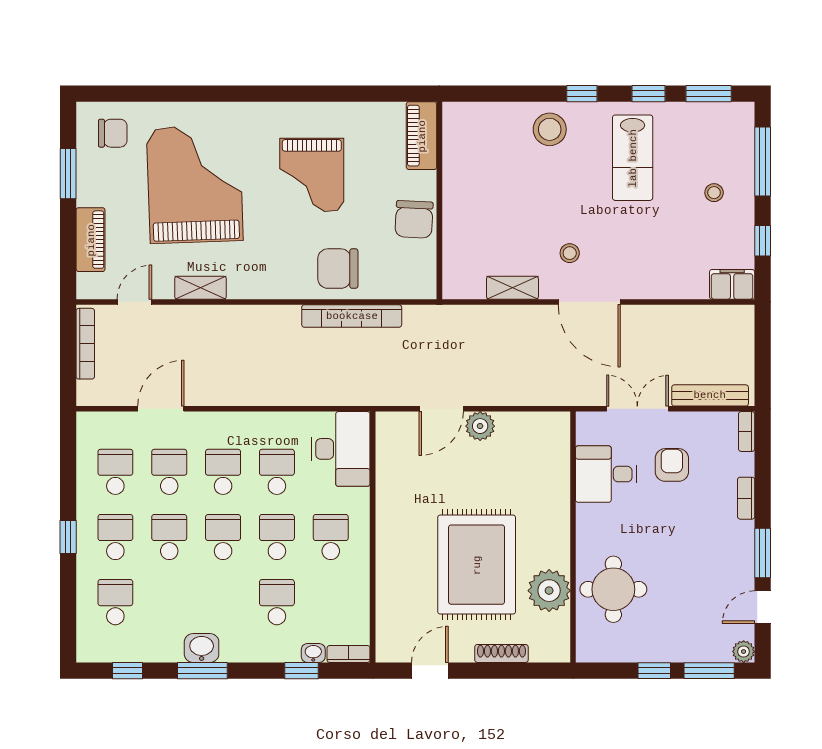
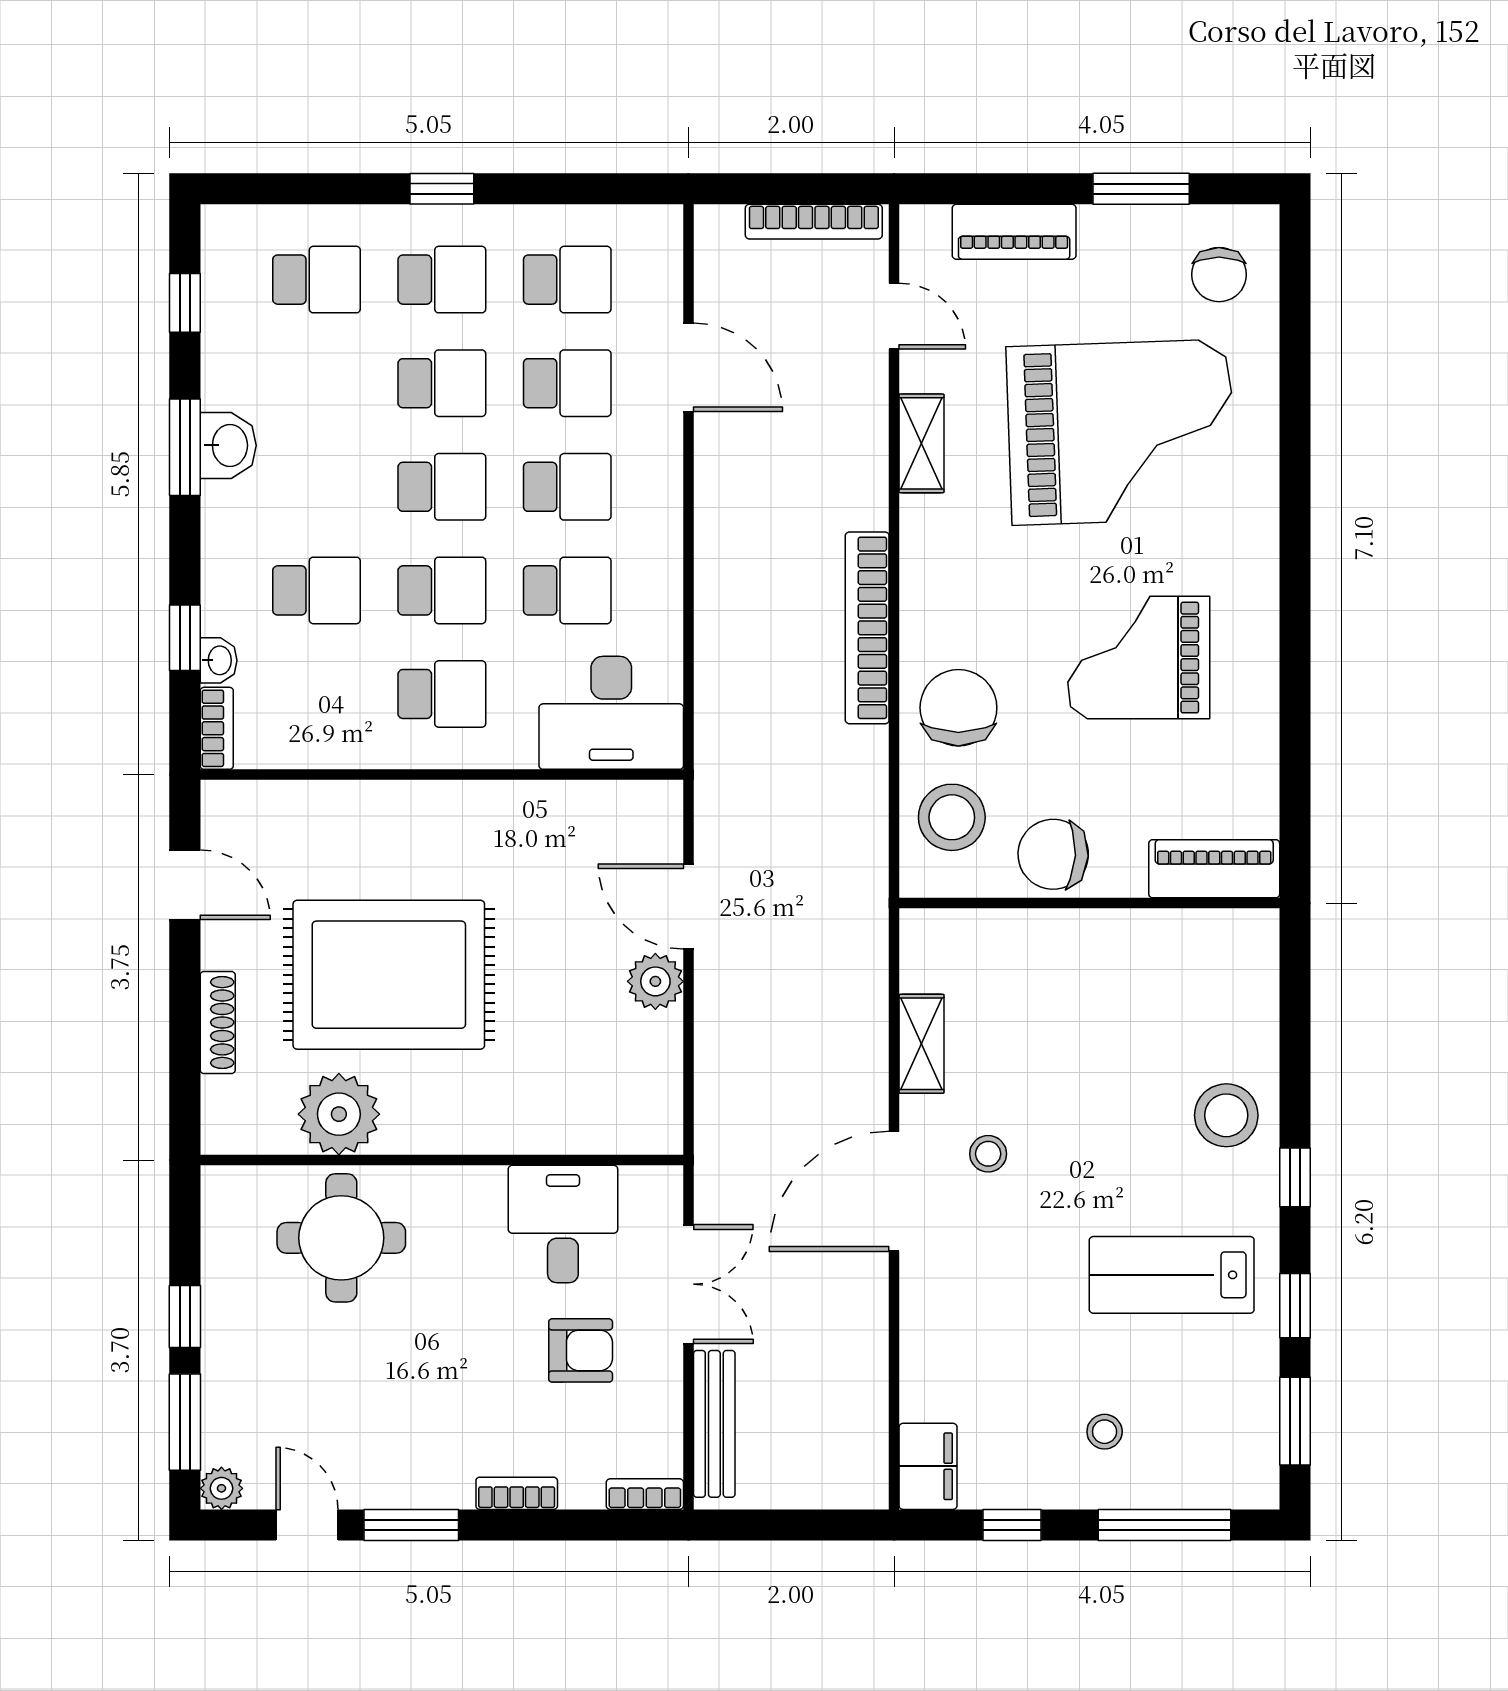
stool: (395, 272) -> (952, 817), added
bookcase: (352, 316) -> (867, 628), moved

